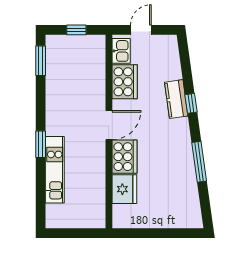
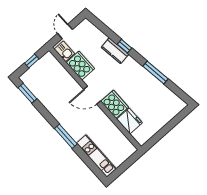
door: (109, 125) -> (92, 95), swing flipped
window: (41, 144) -> (66, 136), width x1.44
kitchen unit: (55, 170) -> (96, 156), moved

